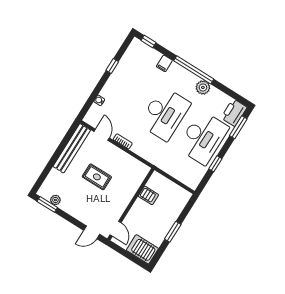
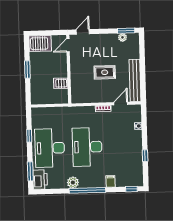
door: (102, 135) -> (121, 103), swing flipped
door: (115, 229) -> (68, 45), hinge flipped

